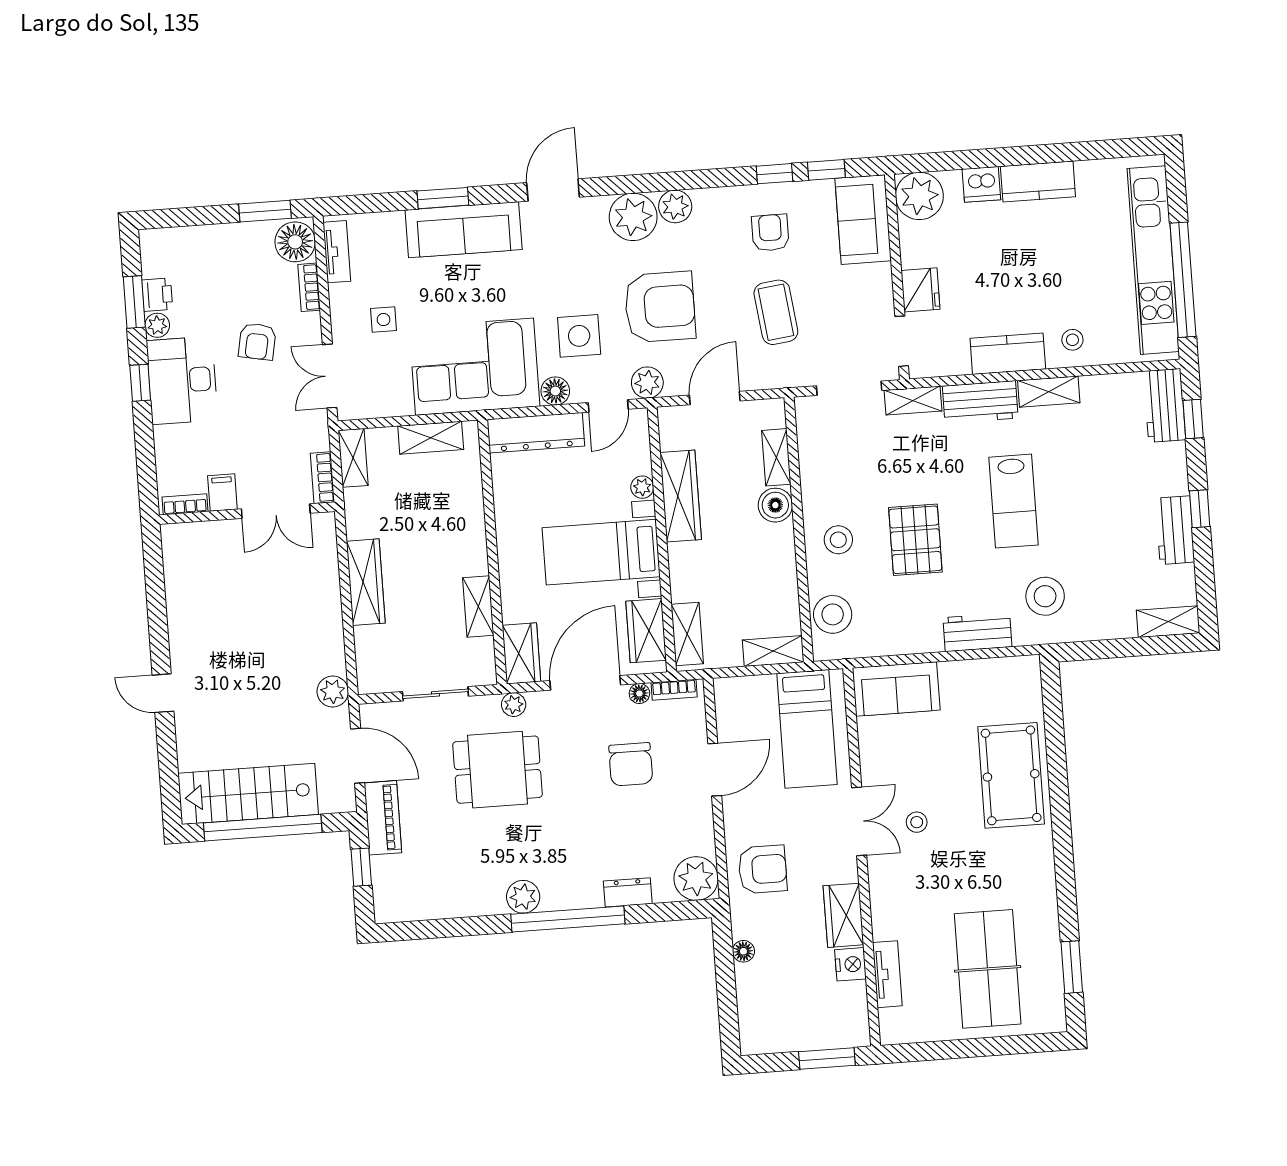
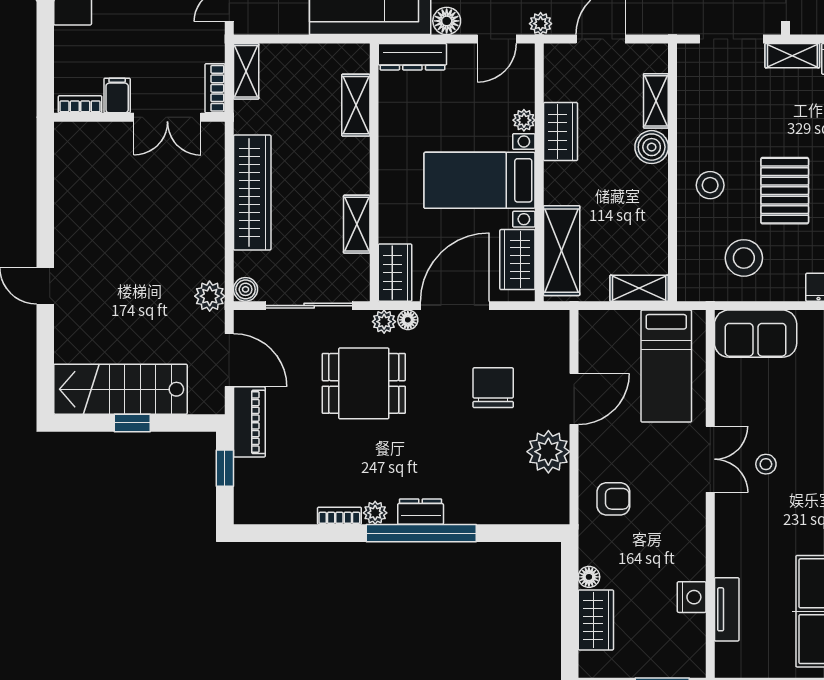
plant: (647, 383) -> (541, 24), width x0.73, depth x0.73
dresser: (536, 433) -> (412, 57), width x0.73, depth x0.80
shelving: (431, 438) -> (356, 105), moved, turned 90
wardrobe: (681, 496) -> (561, 132), width x0.67
wardrobe: (366, 582) -> (252, 193), width x1.40, depth x1.17
stool: (833, 614) -> (744, 258), moved
shelving: (687, 634) -> (562, 251), width x1.50, depth x1.33
boiler: (369, 682) -> (246, 289), added
bookcase: (674, 690) -> (339, 516), moved, turned 180
floor lamp: (639, 693) -> (408, 320), moved
sliding door: (435, 694) -> (309, 306), width x1.37
chair: (631, 764) -> (493, 388), turned 180
window: (263, 828) -> (132, 423), width x0.32
armchair: (763, 869) -> (613, 499), width x0.72, depth x0.72
plant: (696, 879) -> (548, 452), moved
dresser: (628, 892) -> (421, 512), moved
plant: (523, 897) -> (375, 513), width x0.73, depth x0.73
wardrobe: (843, 915) -> (596, 620), moved, turned 180

